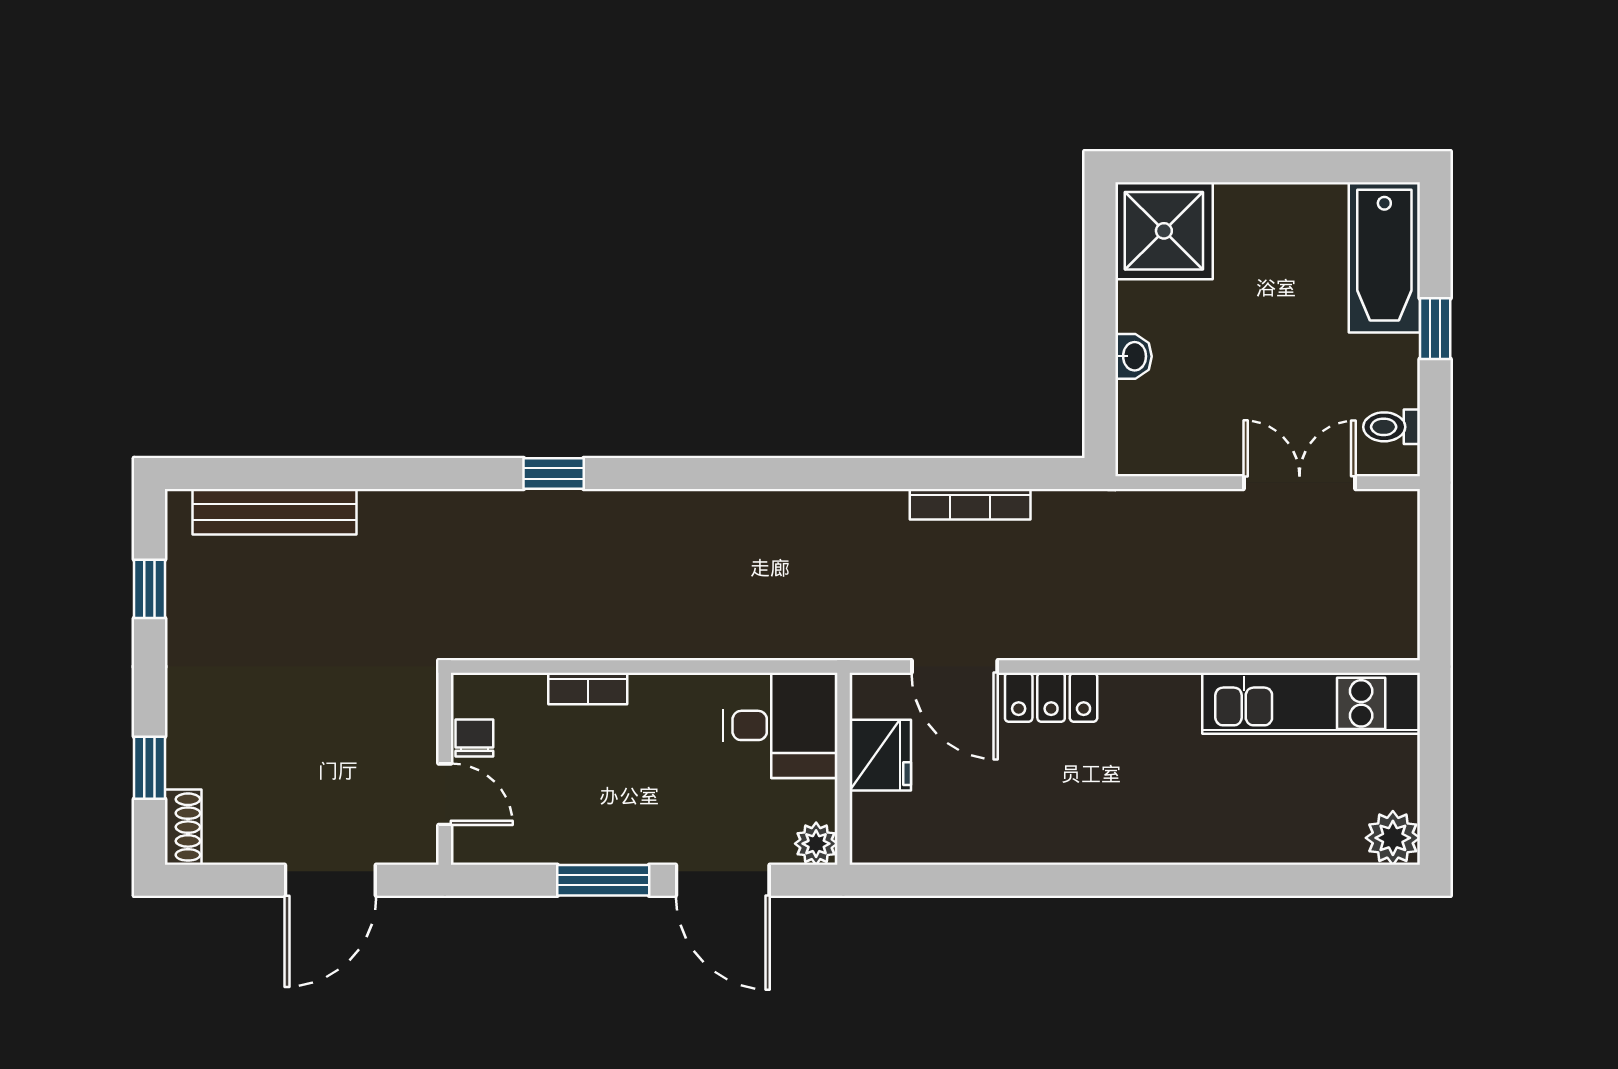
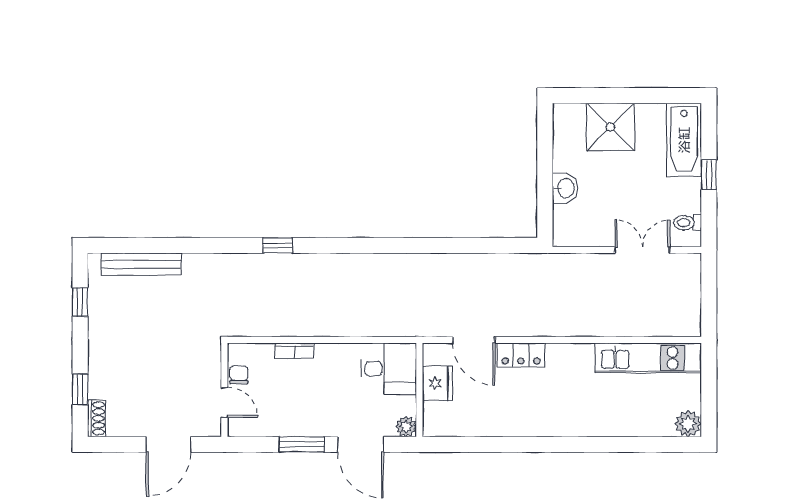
shower: (1164, 231) -> (610, 127), moved
washbasin: (1133, 356) -> (565, 188), width x1.38, depth x1.45
bookcase: (970, 504) -> (481, 261), removed

